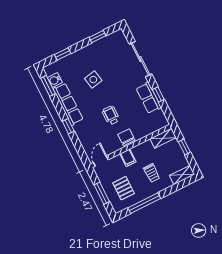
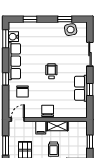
sliding door: (140, 59) -> (90, 54), width x0.73
side table: (93, 80) -> (71, 30), moved
wheelchair: (111, 115) -> (51, 71), moved
chair: (91, 130) -> (22, 91), added
shelving: (163, 138) -> (57, 126), moved

